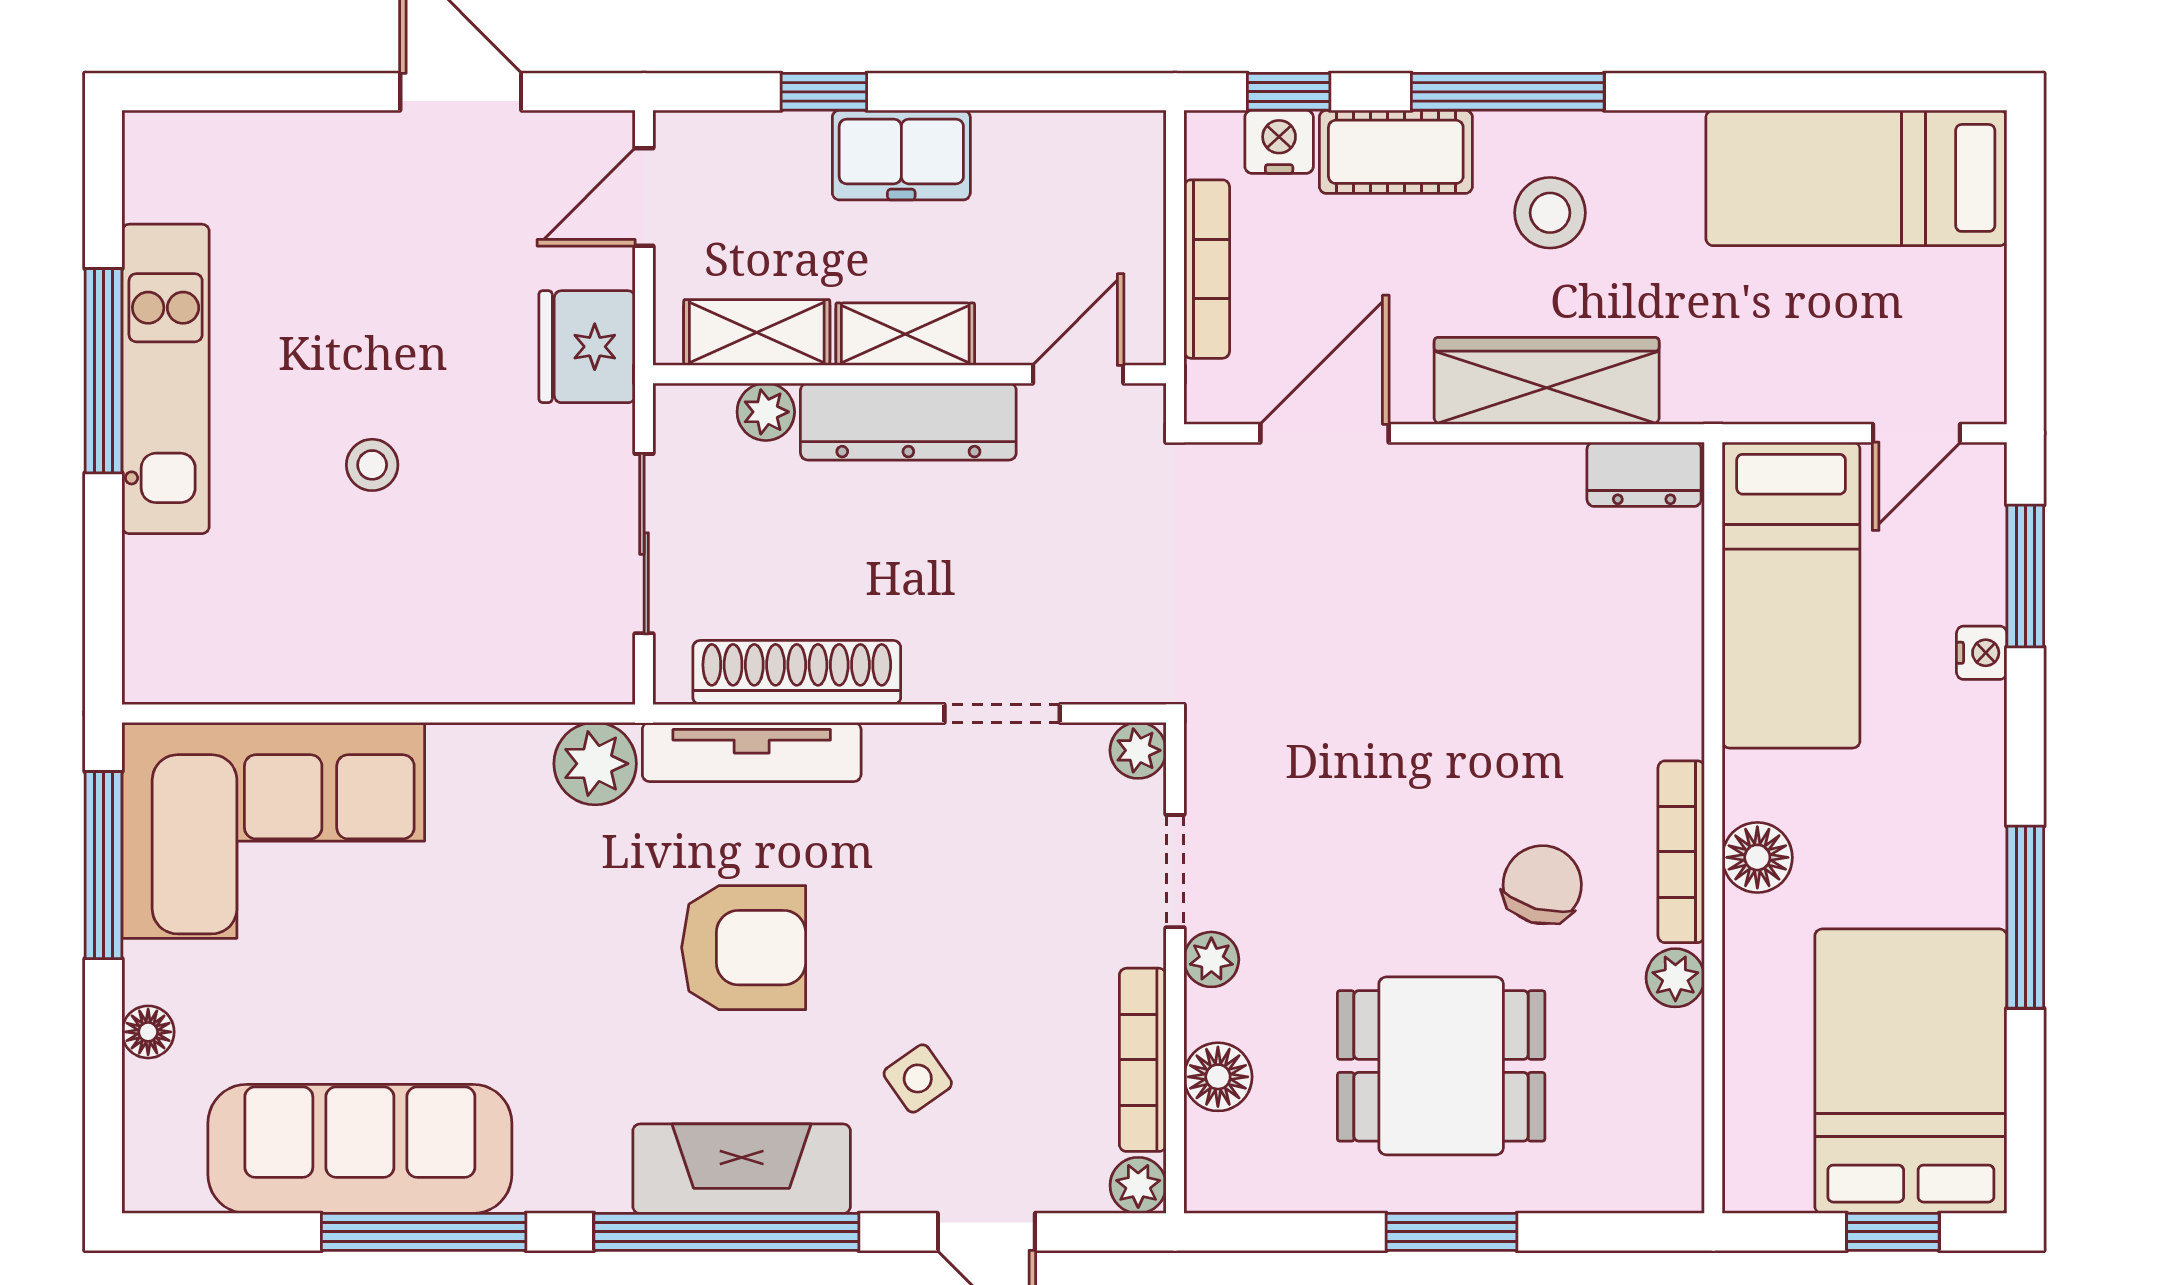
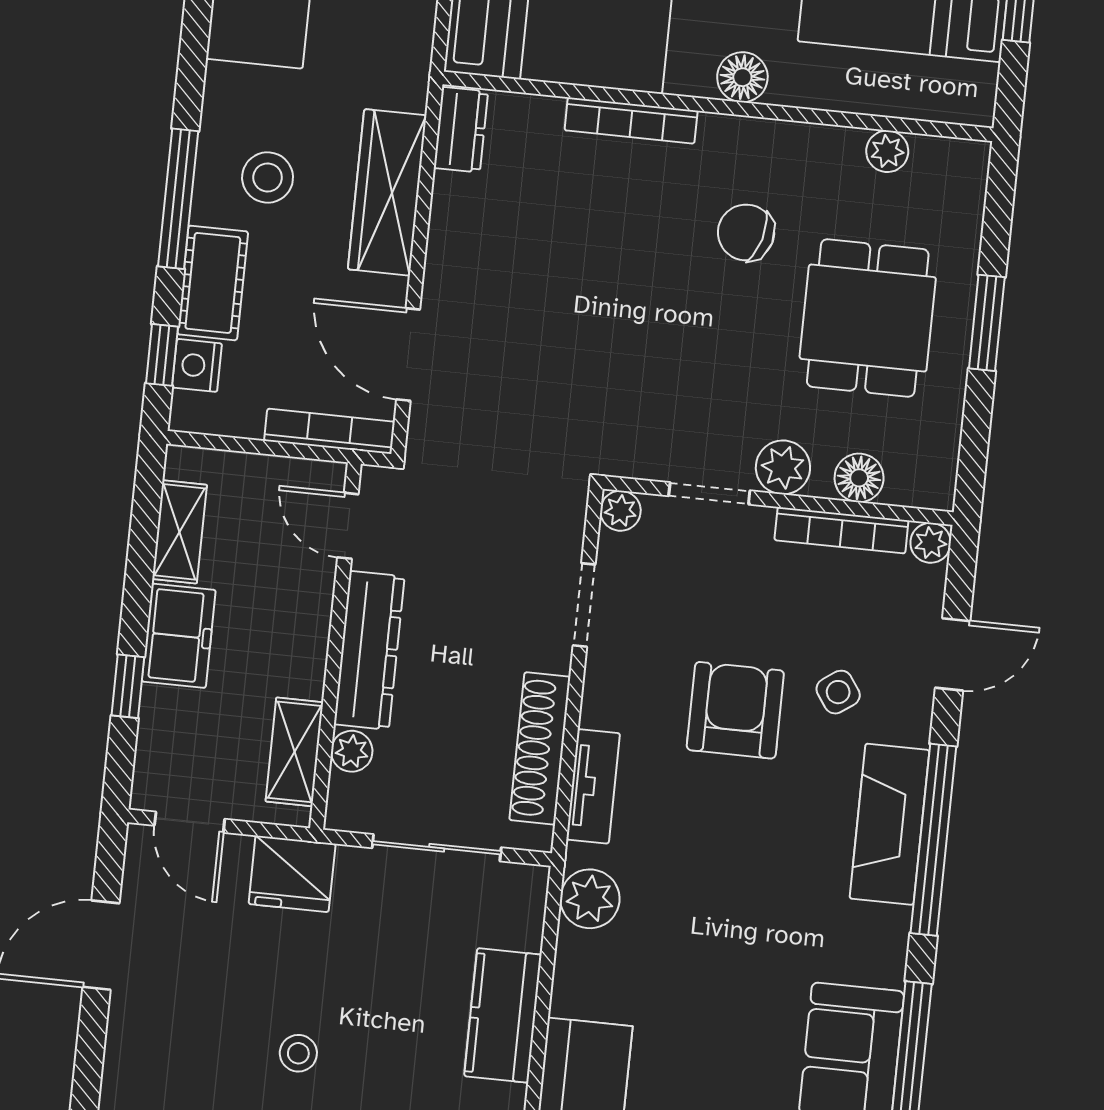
bookcase: (1207, 269) -> (329, 431), moved
shelving: (905, 334) -> (180, 532), moved
stool: (372, 465) -> (298, 1053), moved
kitchen counter: (421, 660) -> (503, 1015), added
tv unit: (752, 752) -> (593, 786), width x0.71
bookcase: (1681, 852) -> (631, 121), moved
armchair: (744, 948) -> (735, 710), moved
plant: (1211, 959) -> (783, 467), width x1.38, depth x1.38
plant: (1675, 978) -> (887, 151), moved

